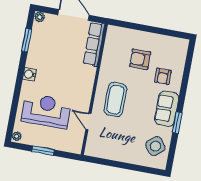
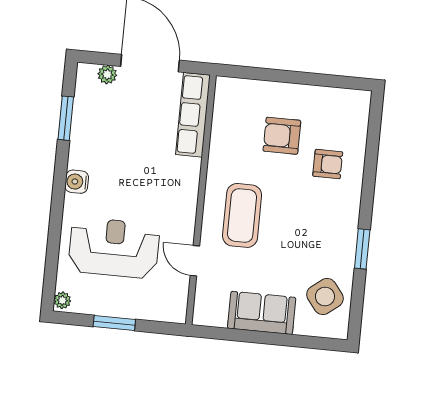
plant: (40, 17) -> (107, 74), moved
armchair: (163, 76) -> (328, 164), turned -90
sofa: (167, 109) -> (262, 313), moved, turned 90

